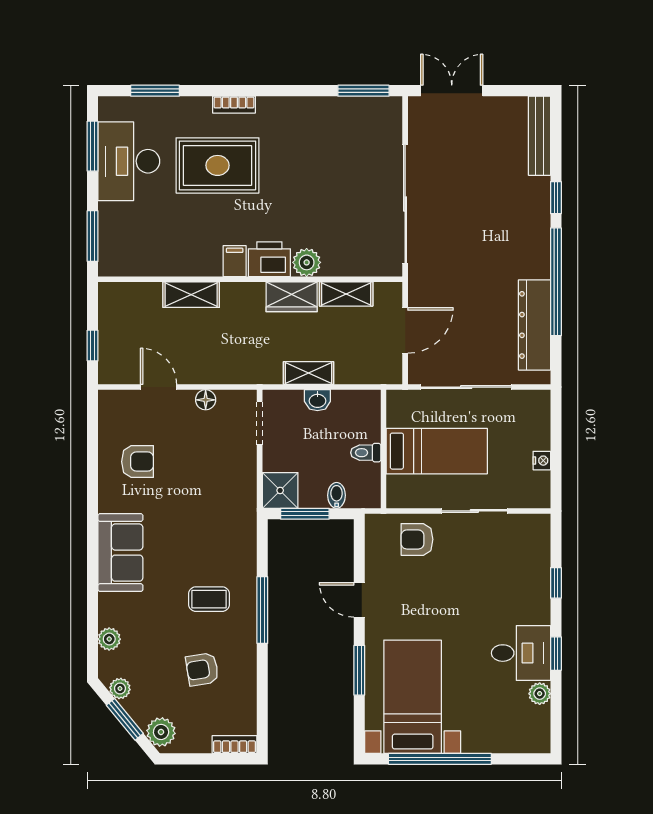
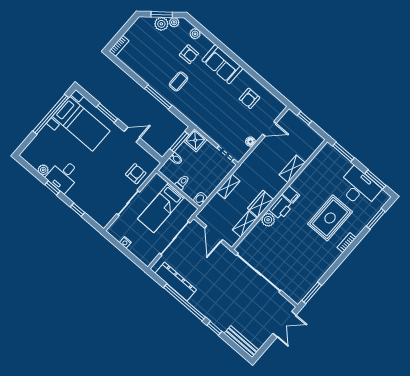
washbasin: (317, 400) -> (200, 199), moved
armchair: (202, 669) -> (189, 54), moved, turned 99
plant: (161, 732) -> (161, 24), moved

